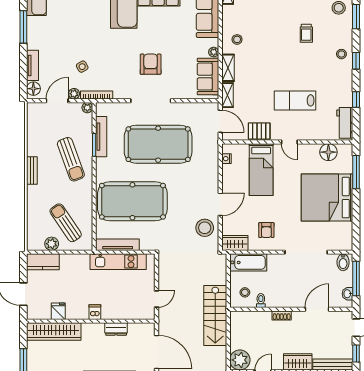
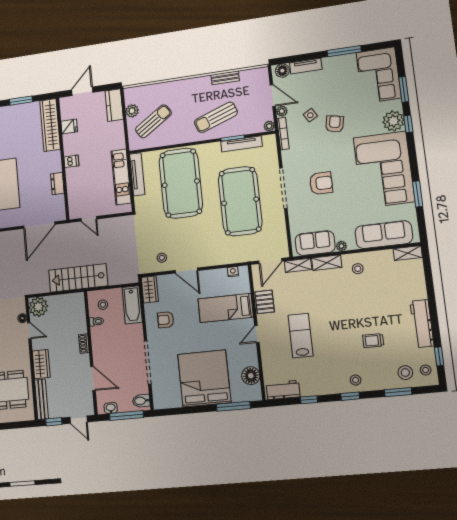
armchair: (94, 44) -> (335, 124), added
bench: (32, 170) -> (225, 78), moved
stool: (205, 228) -> (162, 258), width x0.53, depth x0.53

